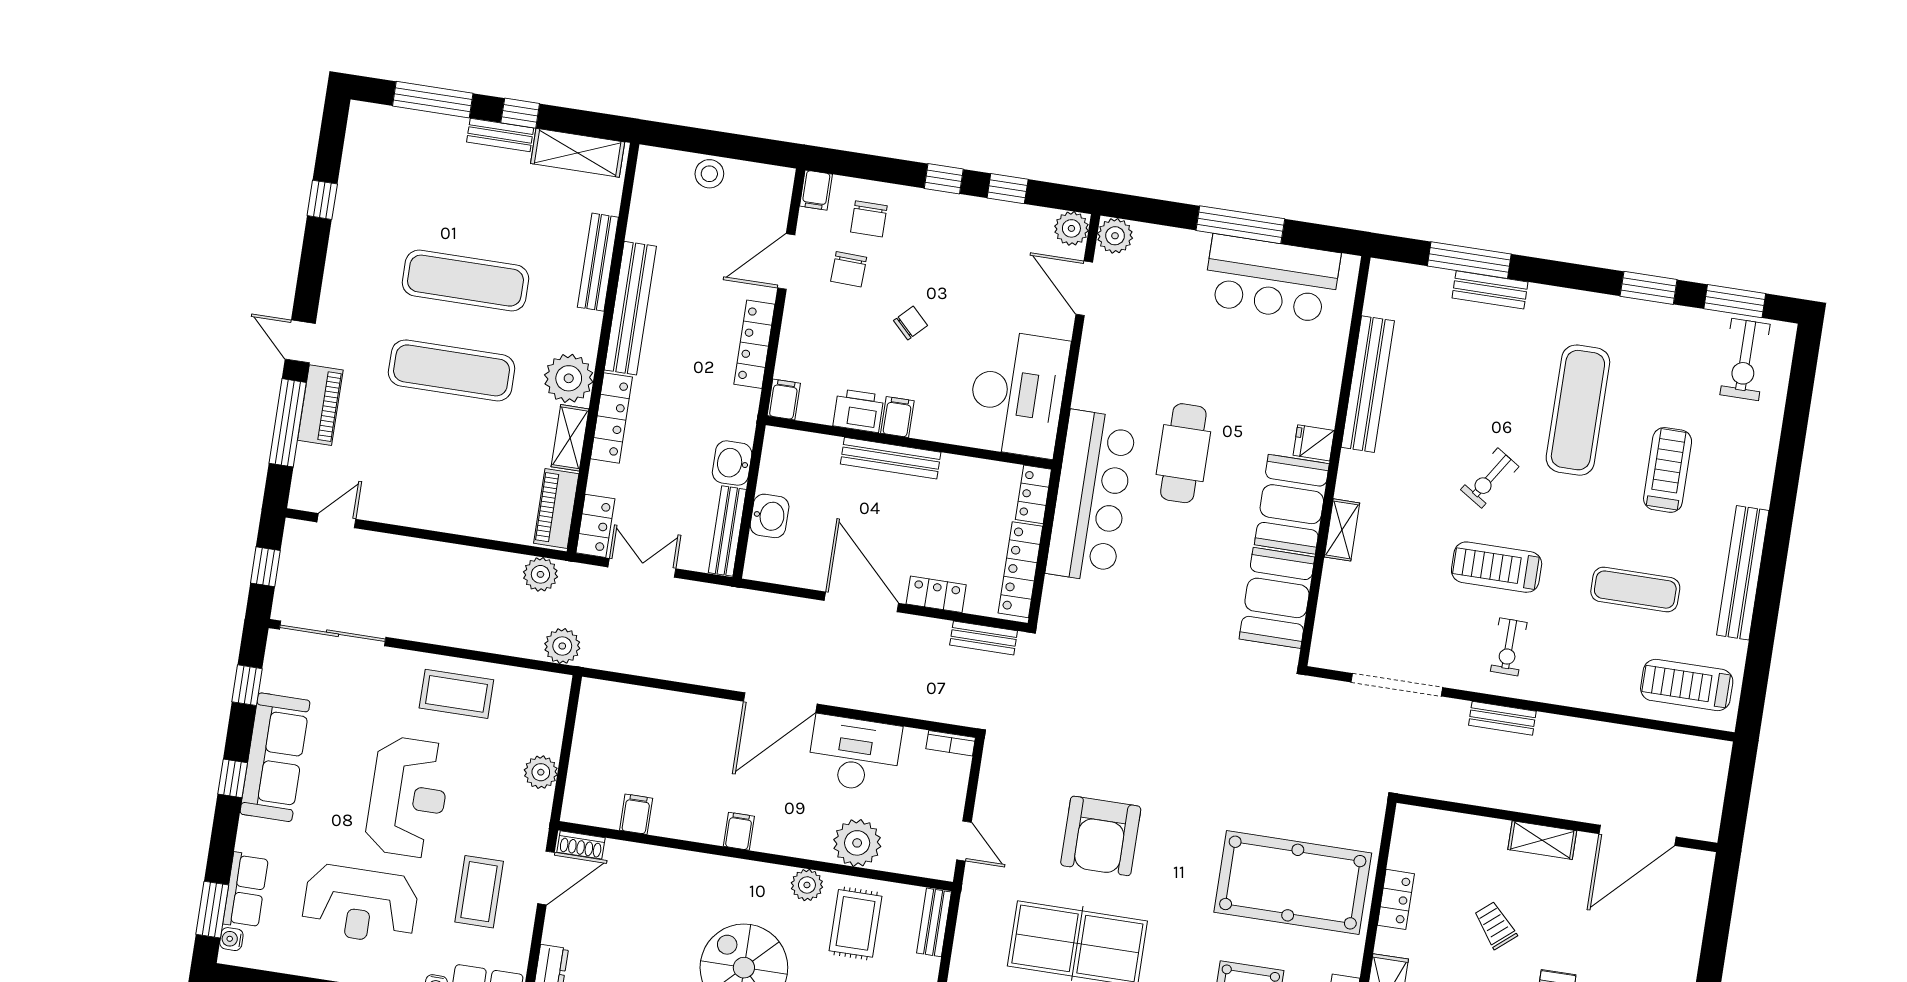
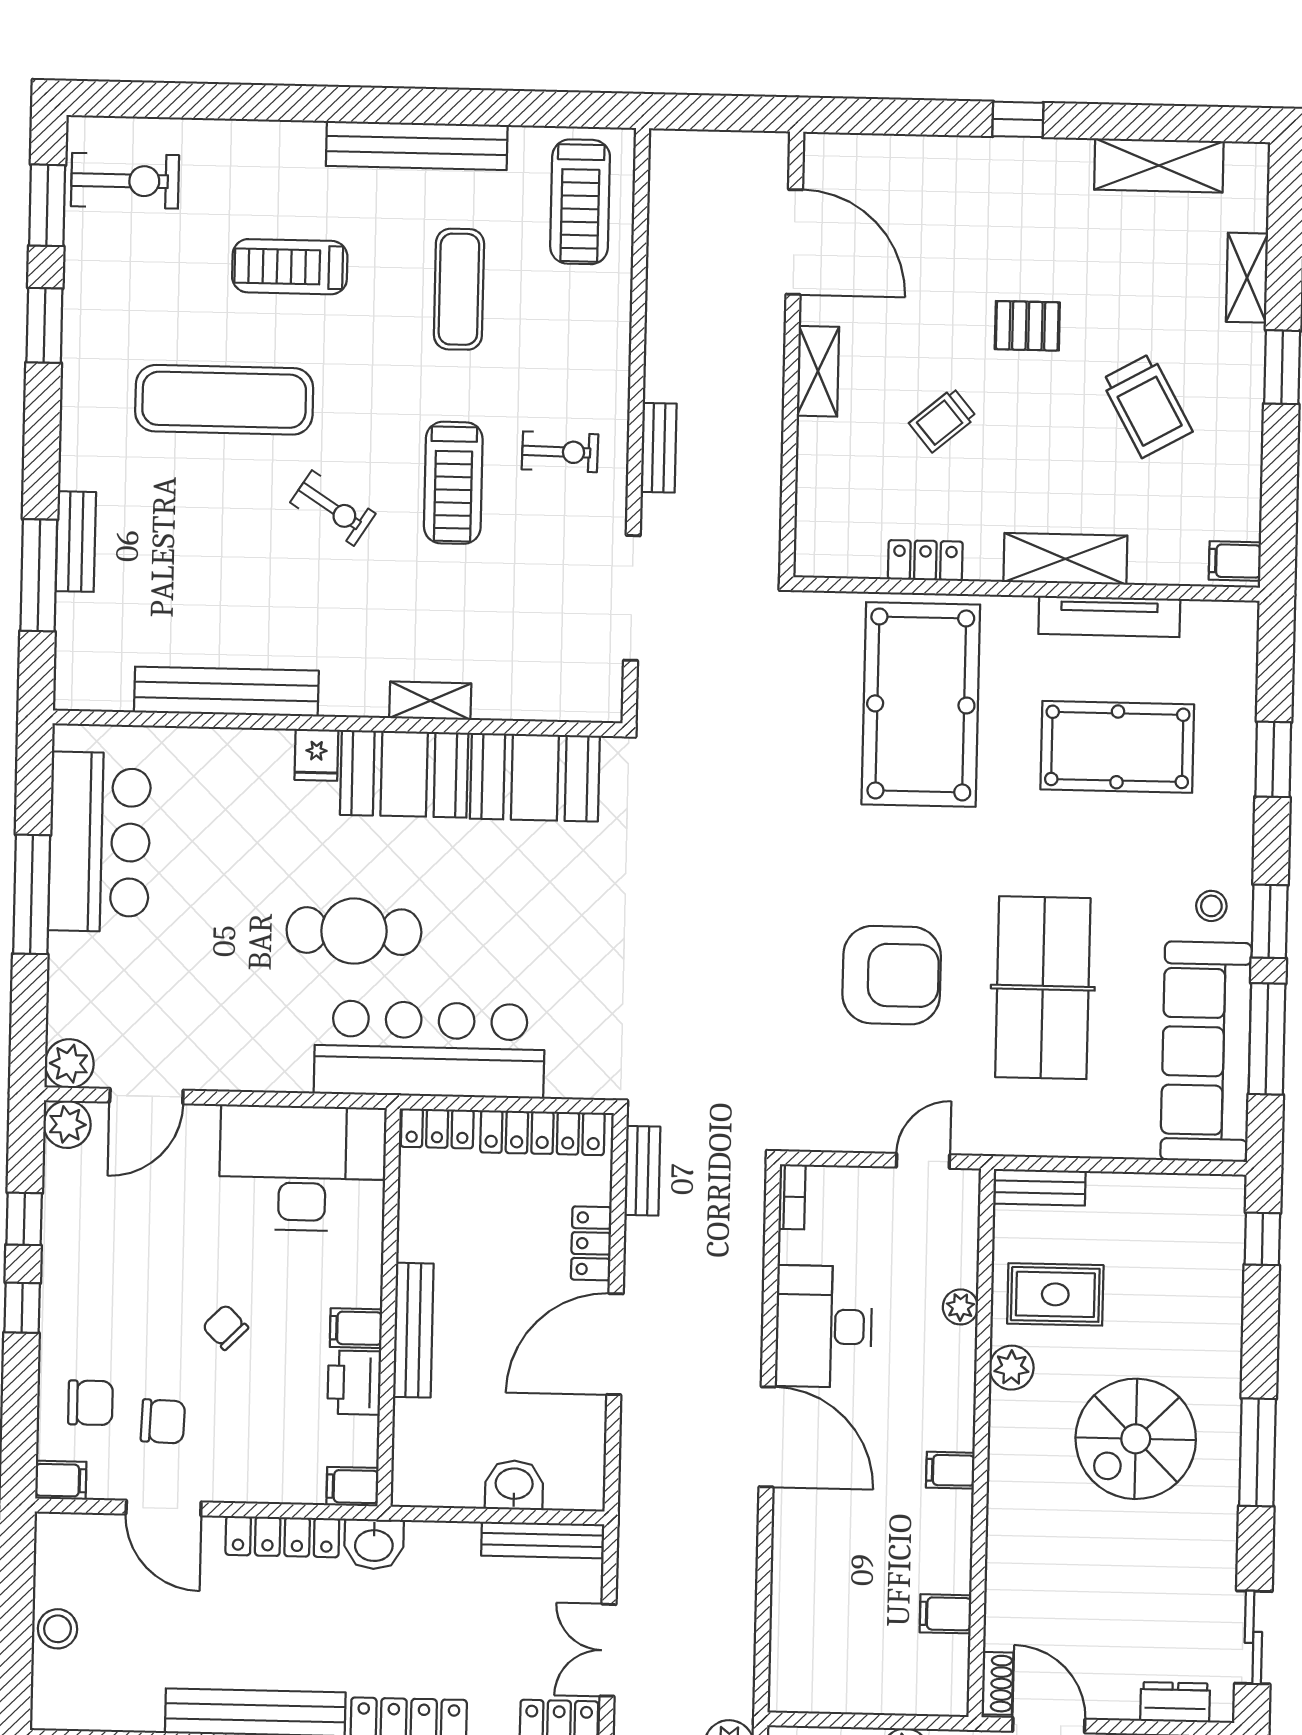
washbasin: (732, 463) -> (374, 1544), moved
plant: (857, 843) -> (960, 1307), width x0.53, depth x0.53

